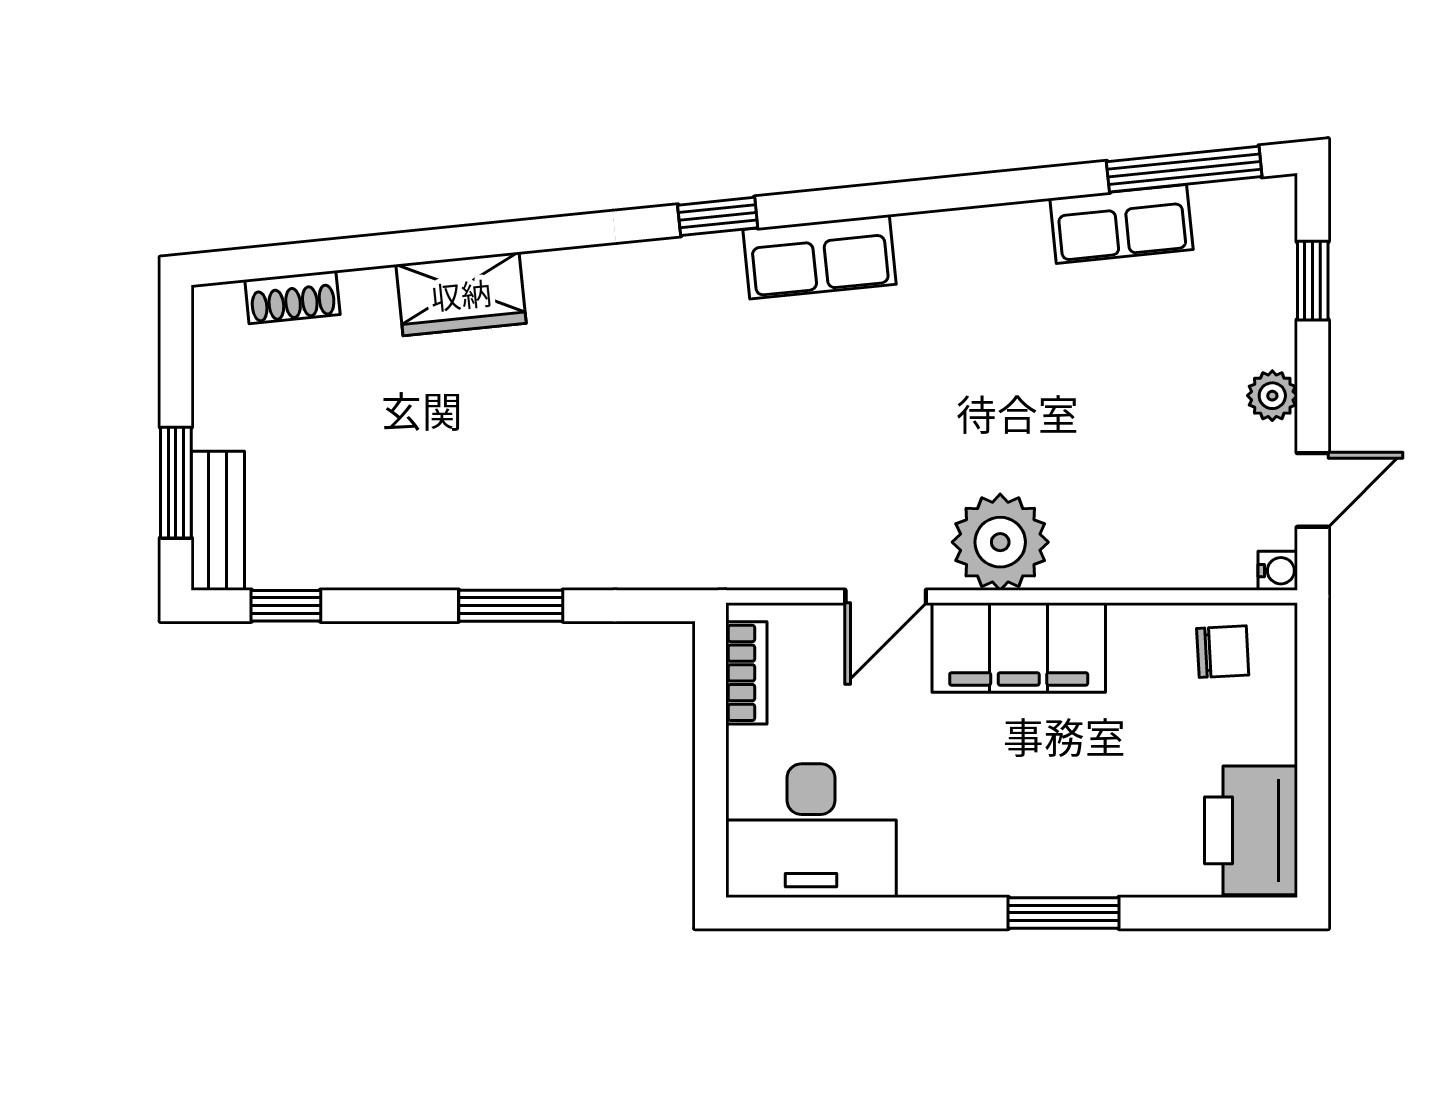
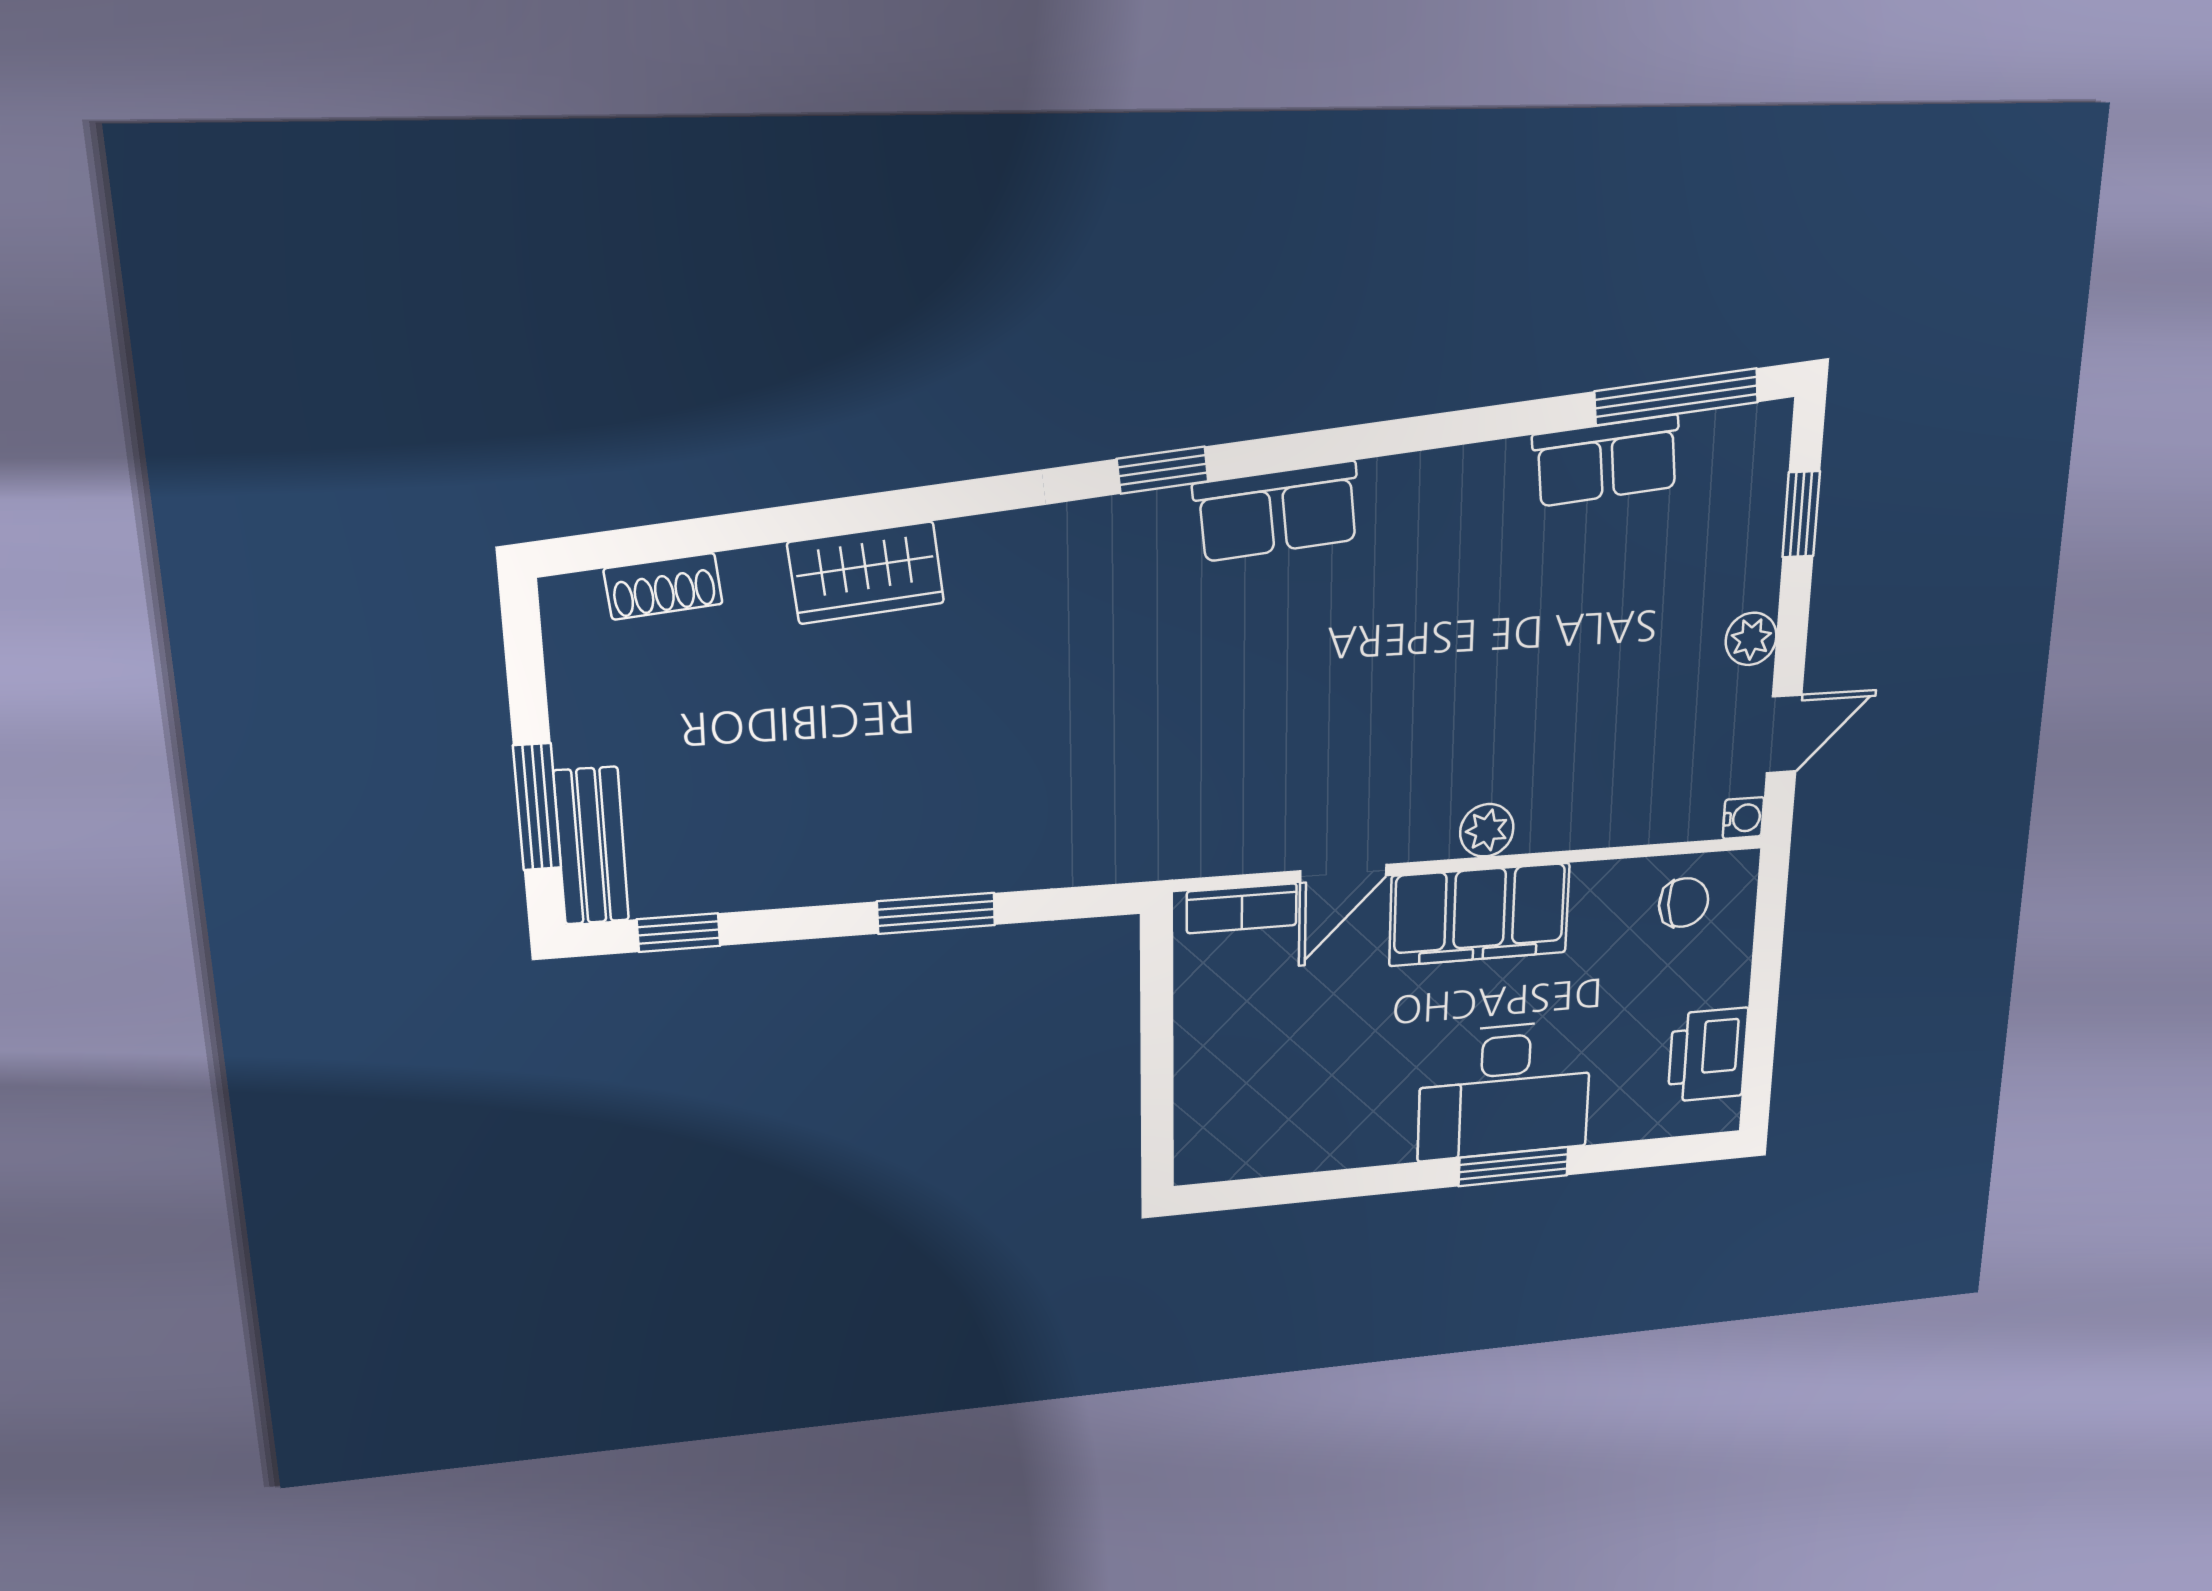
plant: (1000, 542) -> (1487, 830), width x0.53, depth x0.53
bookcase: (746, 673) -> (1242, 908), moved, turned 90
printer: (1251, 830) -> (1708, 1055), width x0.73, depth x0.84
desk: (811, 831) -> (1505, 1090), moved

